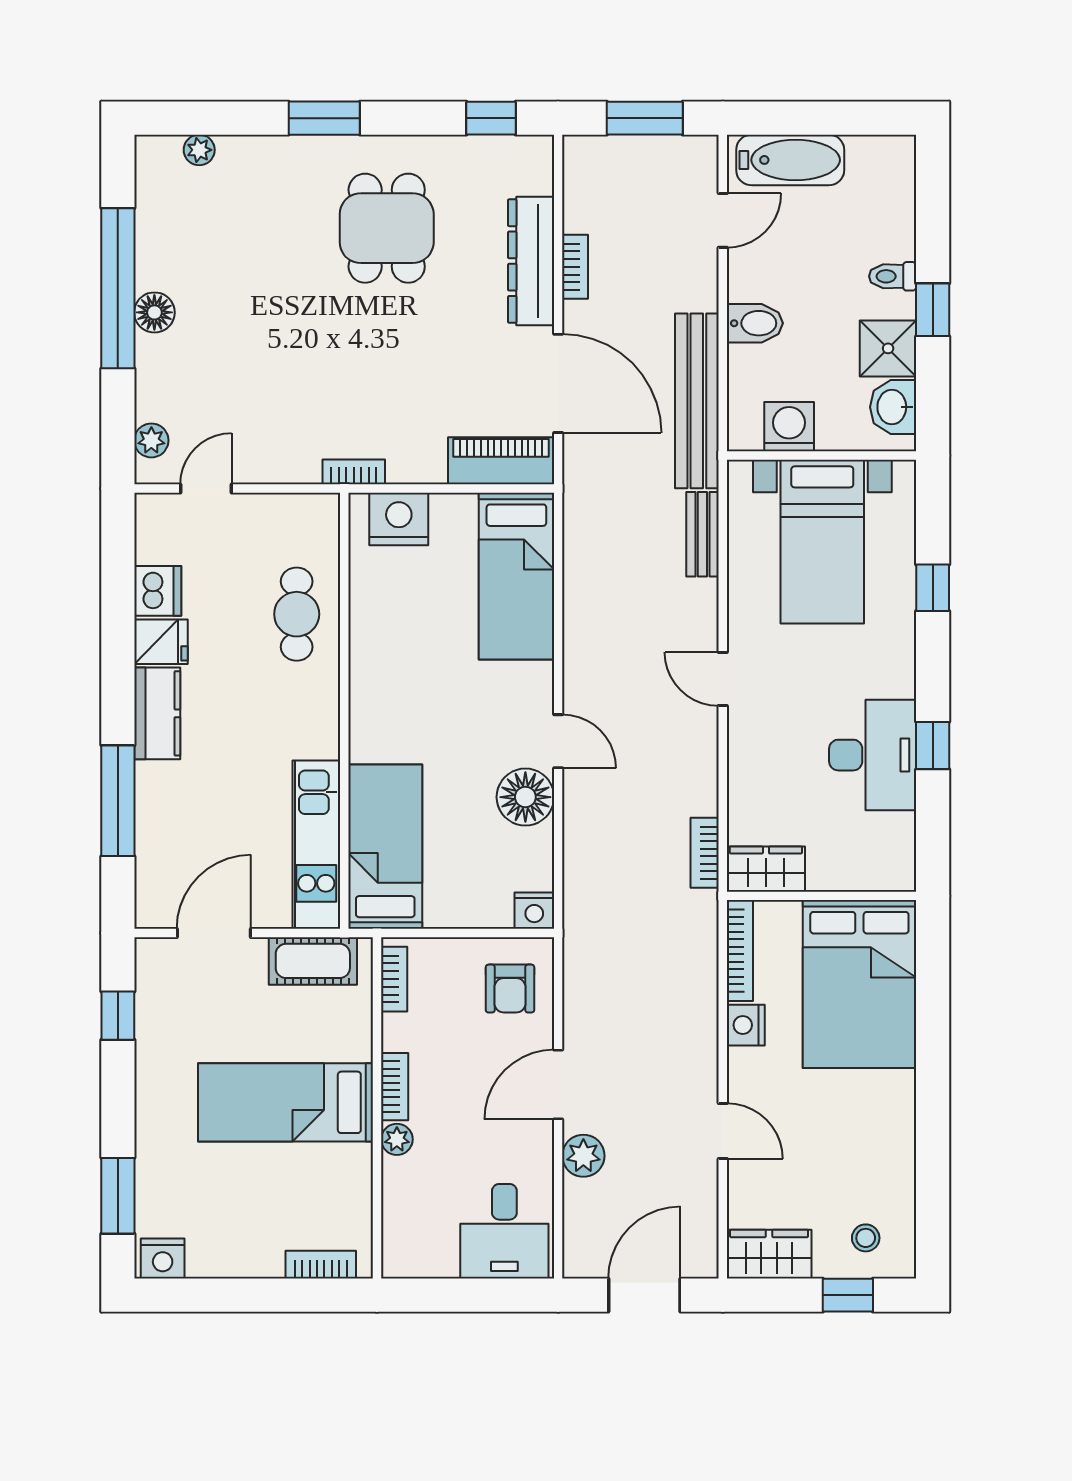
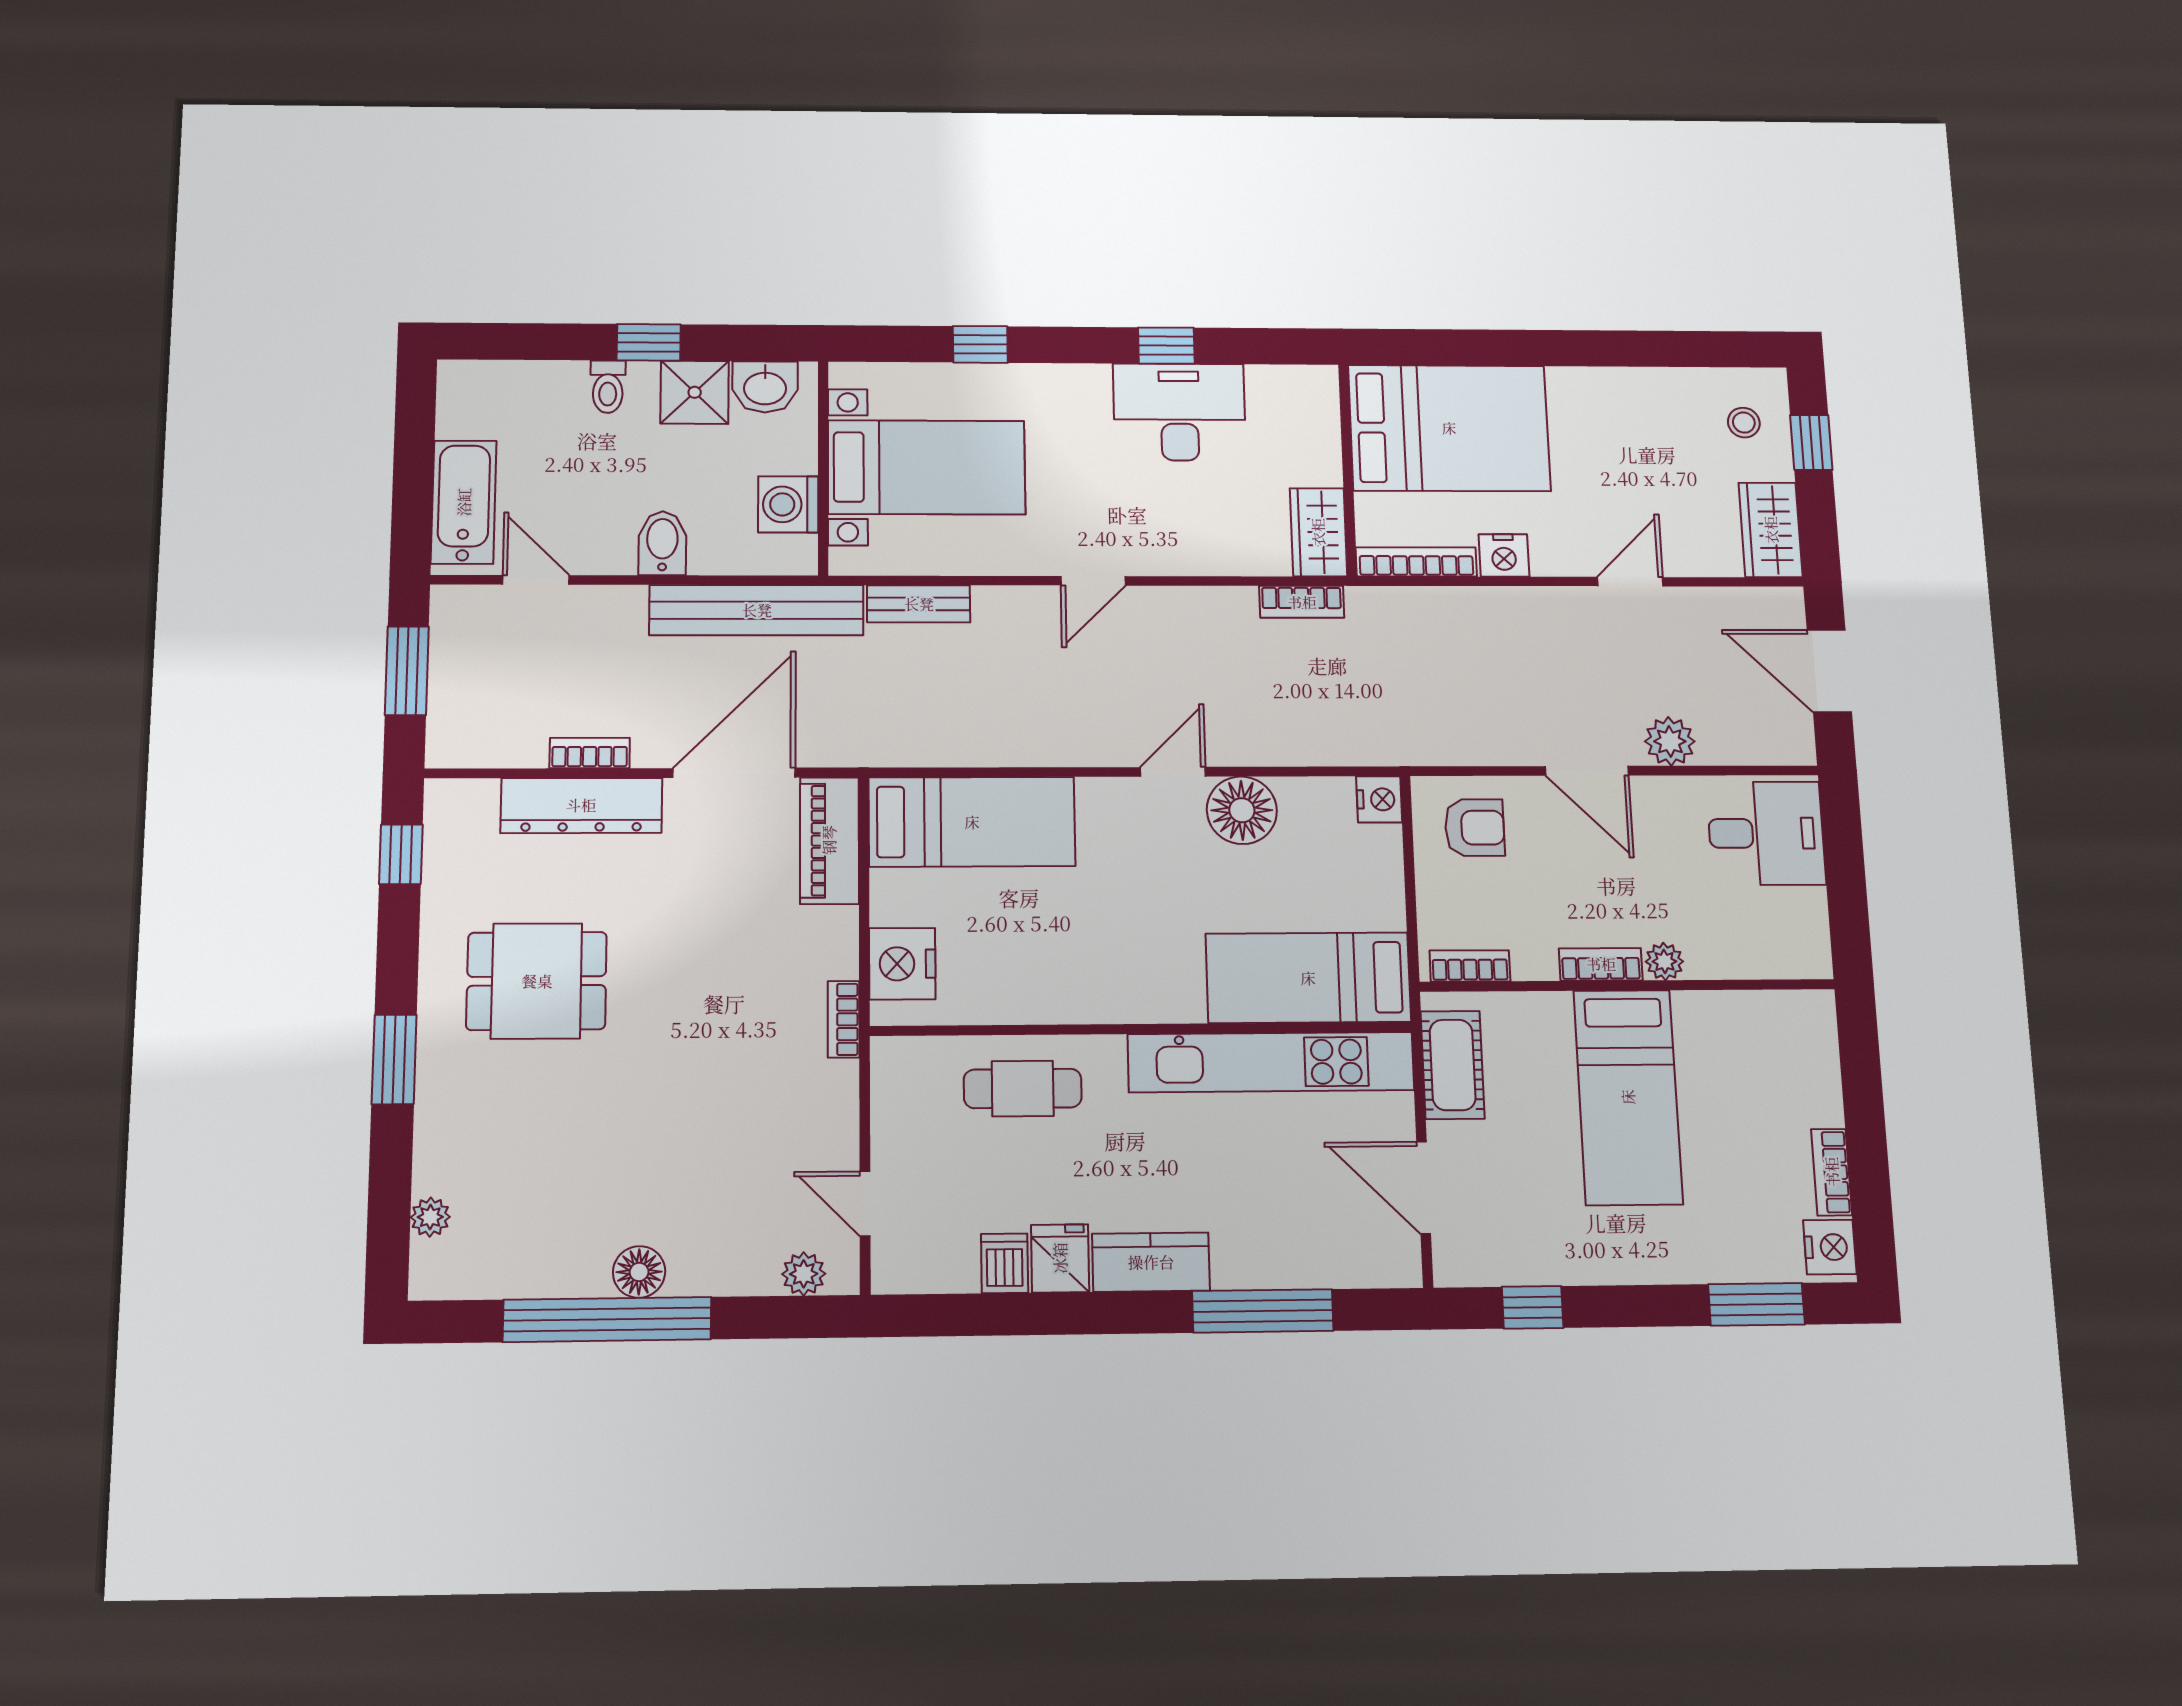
dishwasher: (158, 591) -> (1005, 1263), width x0.73
kitchen unit: (316, 845) -> (1271, 1062), width x1.36
bookcase: (321, 1265) -> (1832, 1172), moved

